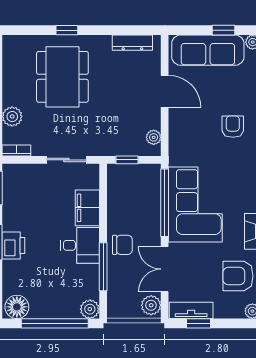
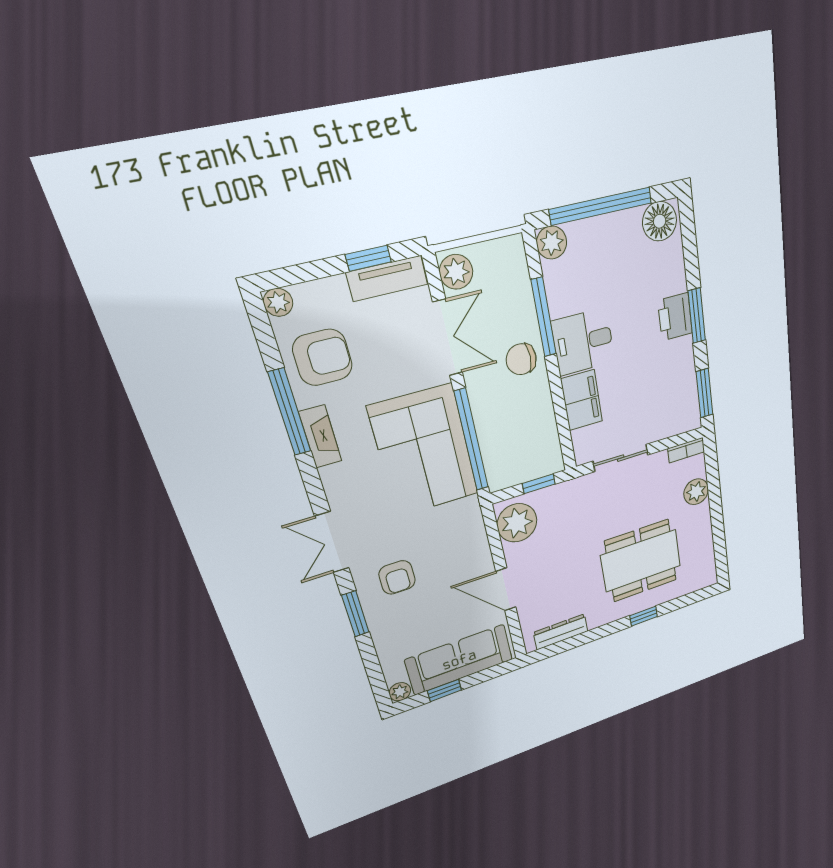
dining table: (62, 77) -> (641, 561), turned 90
plant: (154, 137) -> (517, 523), width x1.88, depth x1.88

